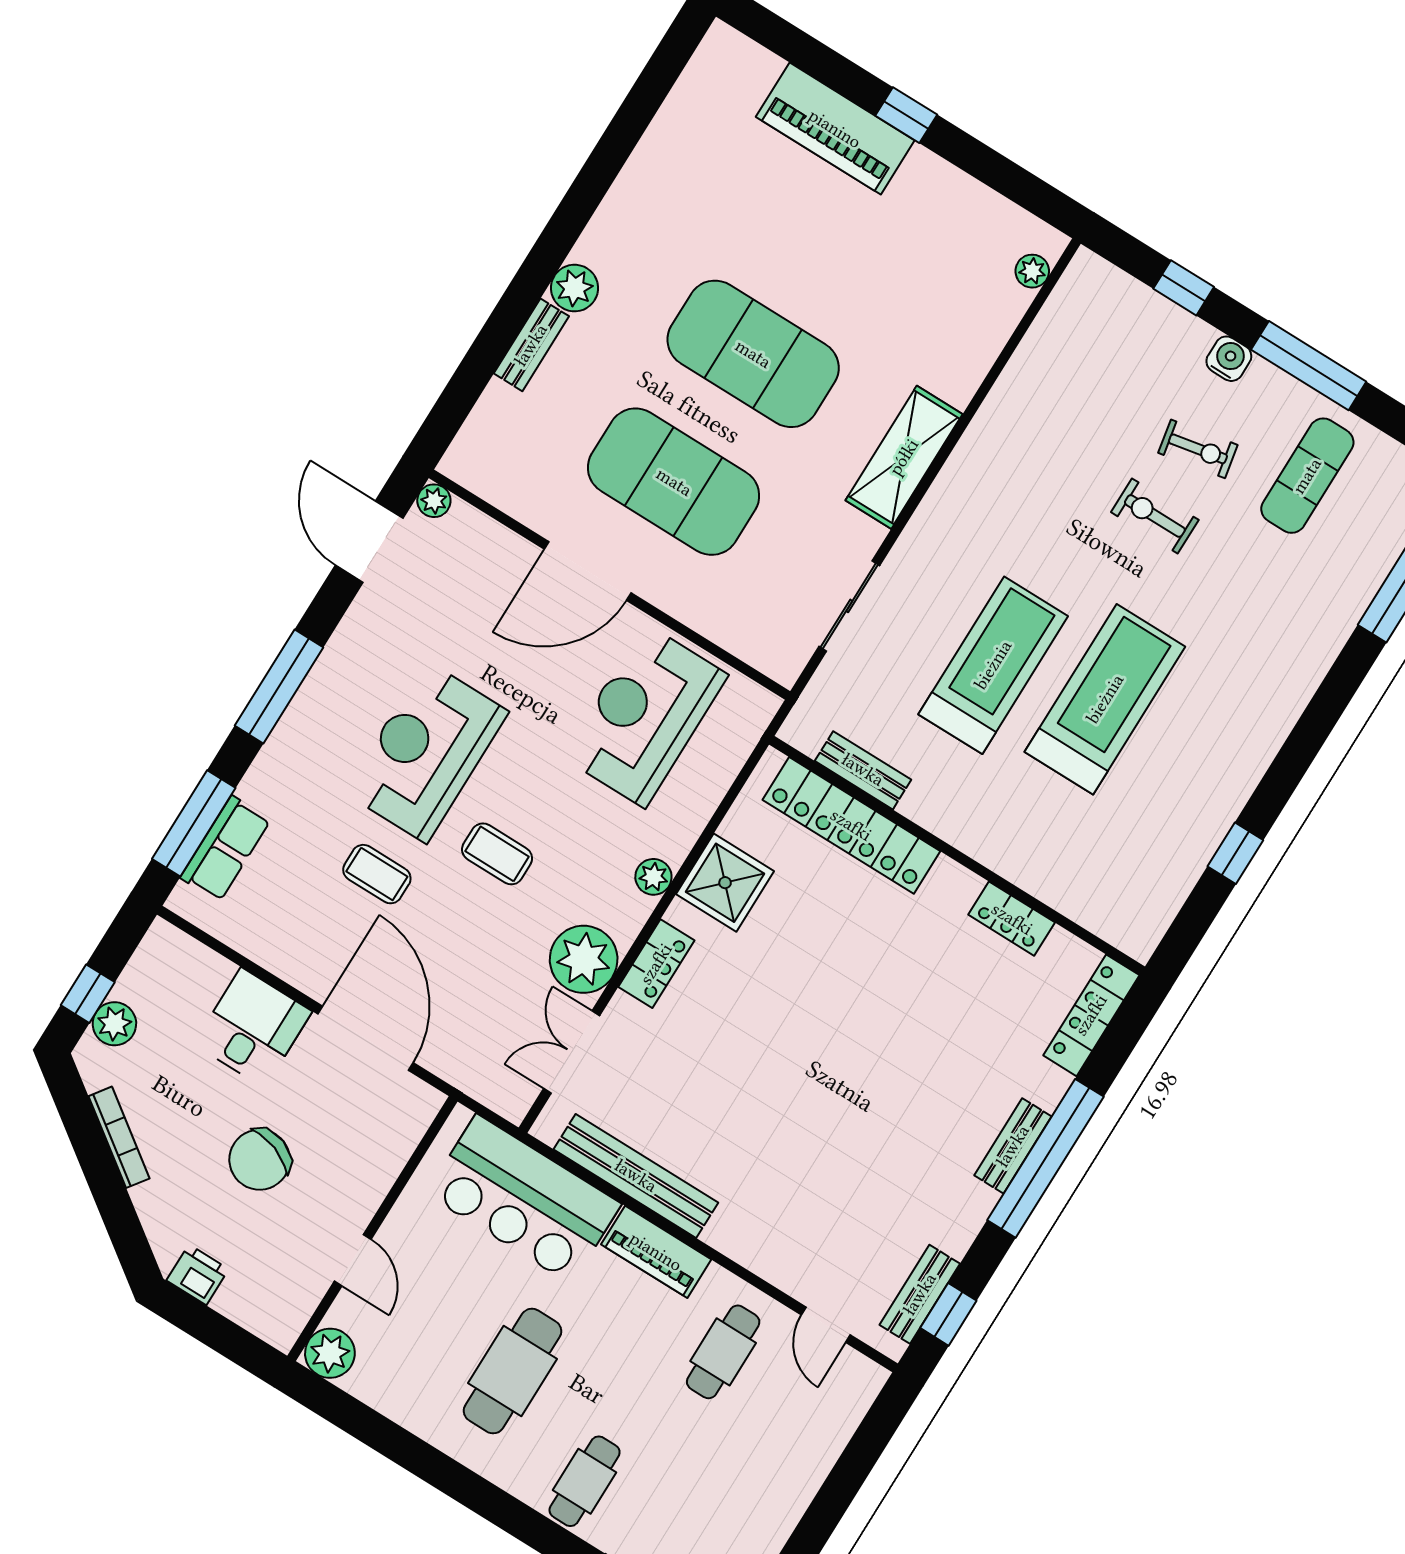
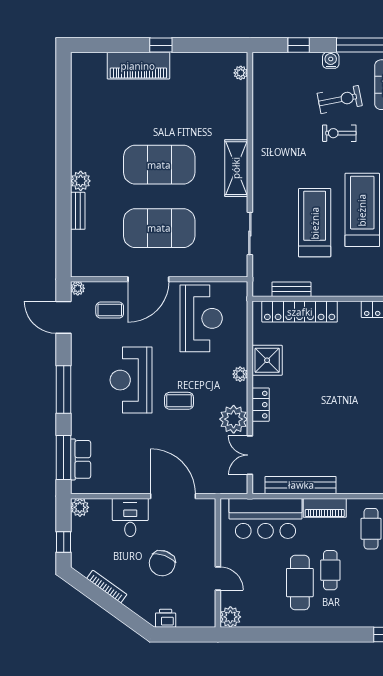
exercise bike: (1198, 449) -> (340, 99), width x1.38, depth x1.39
reception desk: (645, 716) -> (201, 318), turned 180
coffee table: (377, 874) -> (110, 310), moved
plant: (114, 1024) -> (80, 507), moved
cafe table: (585, 1481) -> (330, 570), moved

